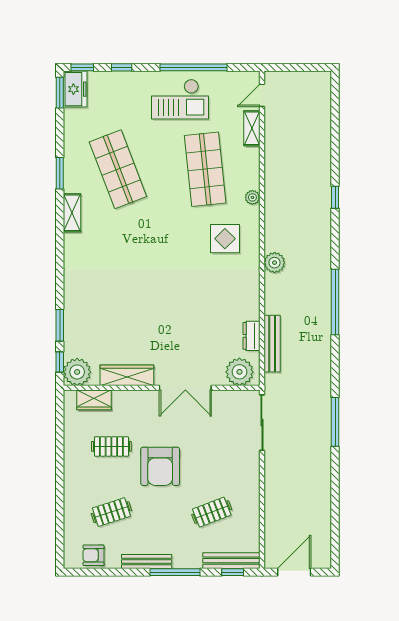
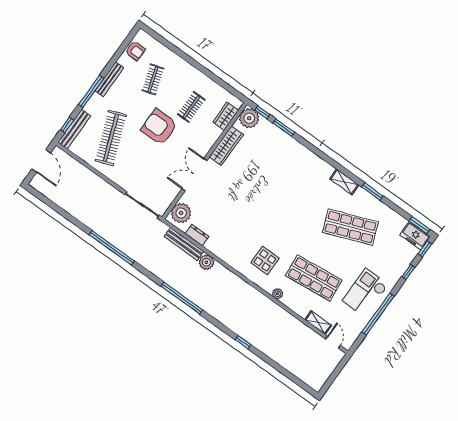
plant: (275, 263) -> (206, 262), moved
window: (335, 422) -> (112, 248), width x1.46
clothes rail: (212, 512) -> (111, 138), width x1.86, depth x1.31
armchair: (93, 555) -> (135, 51), turned 90

